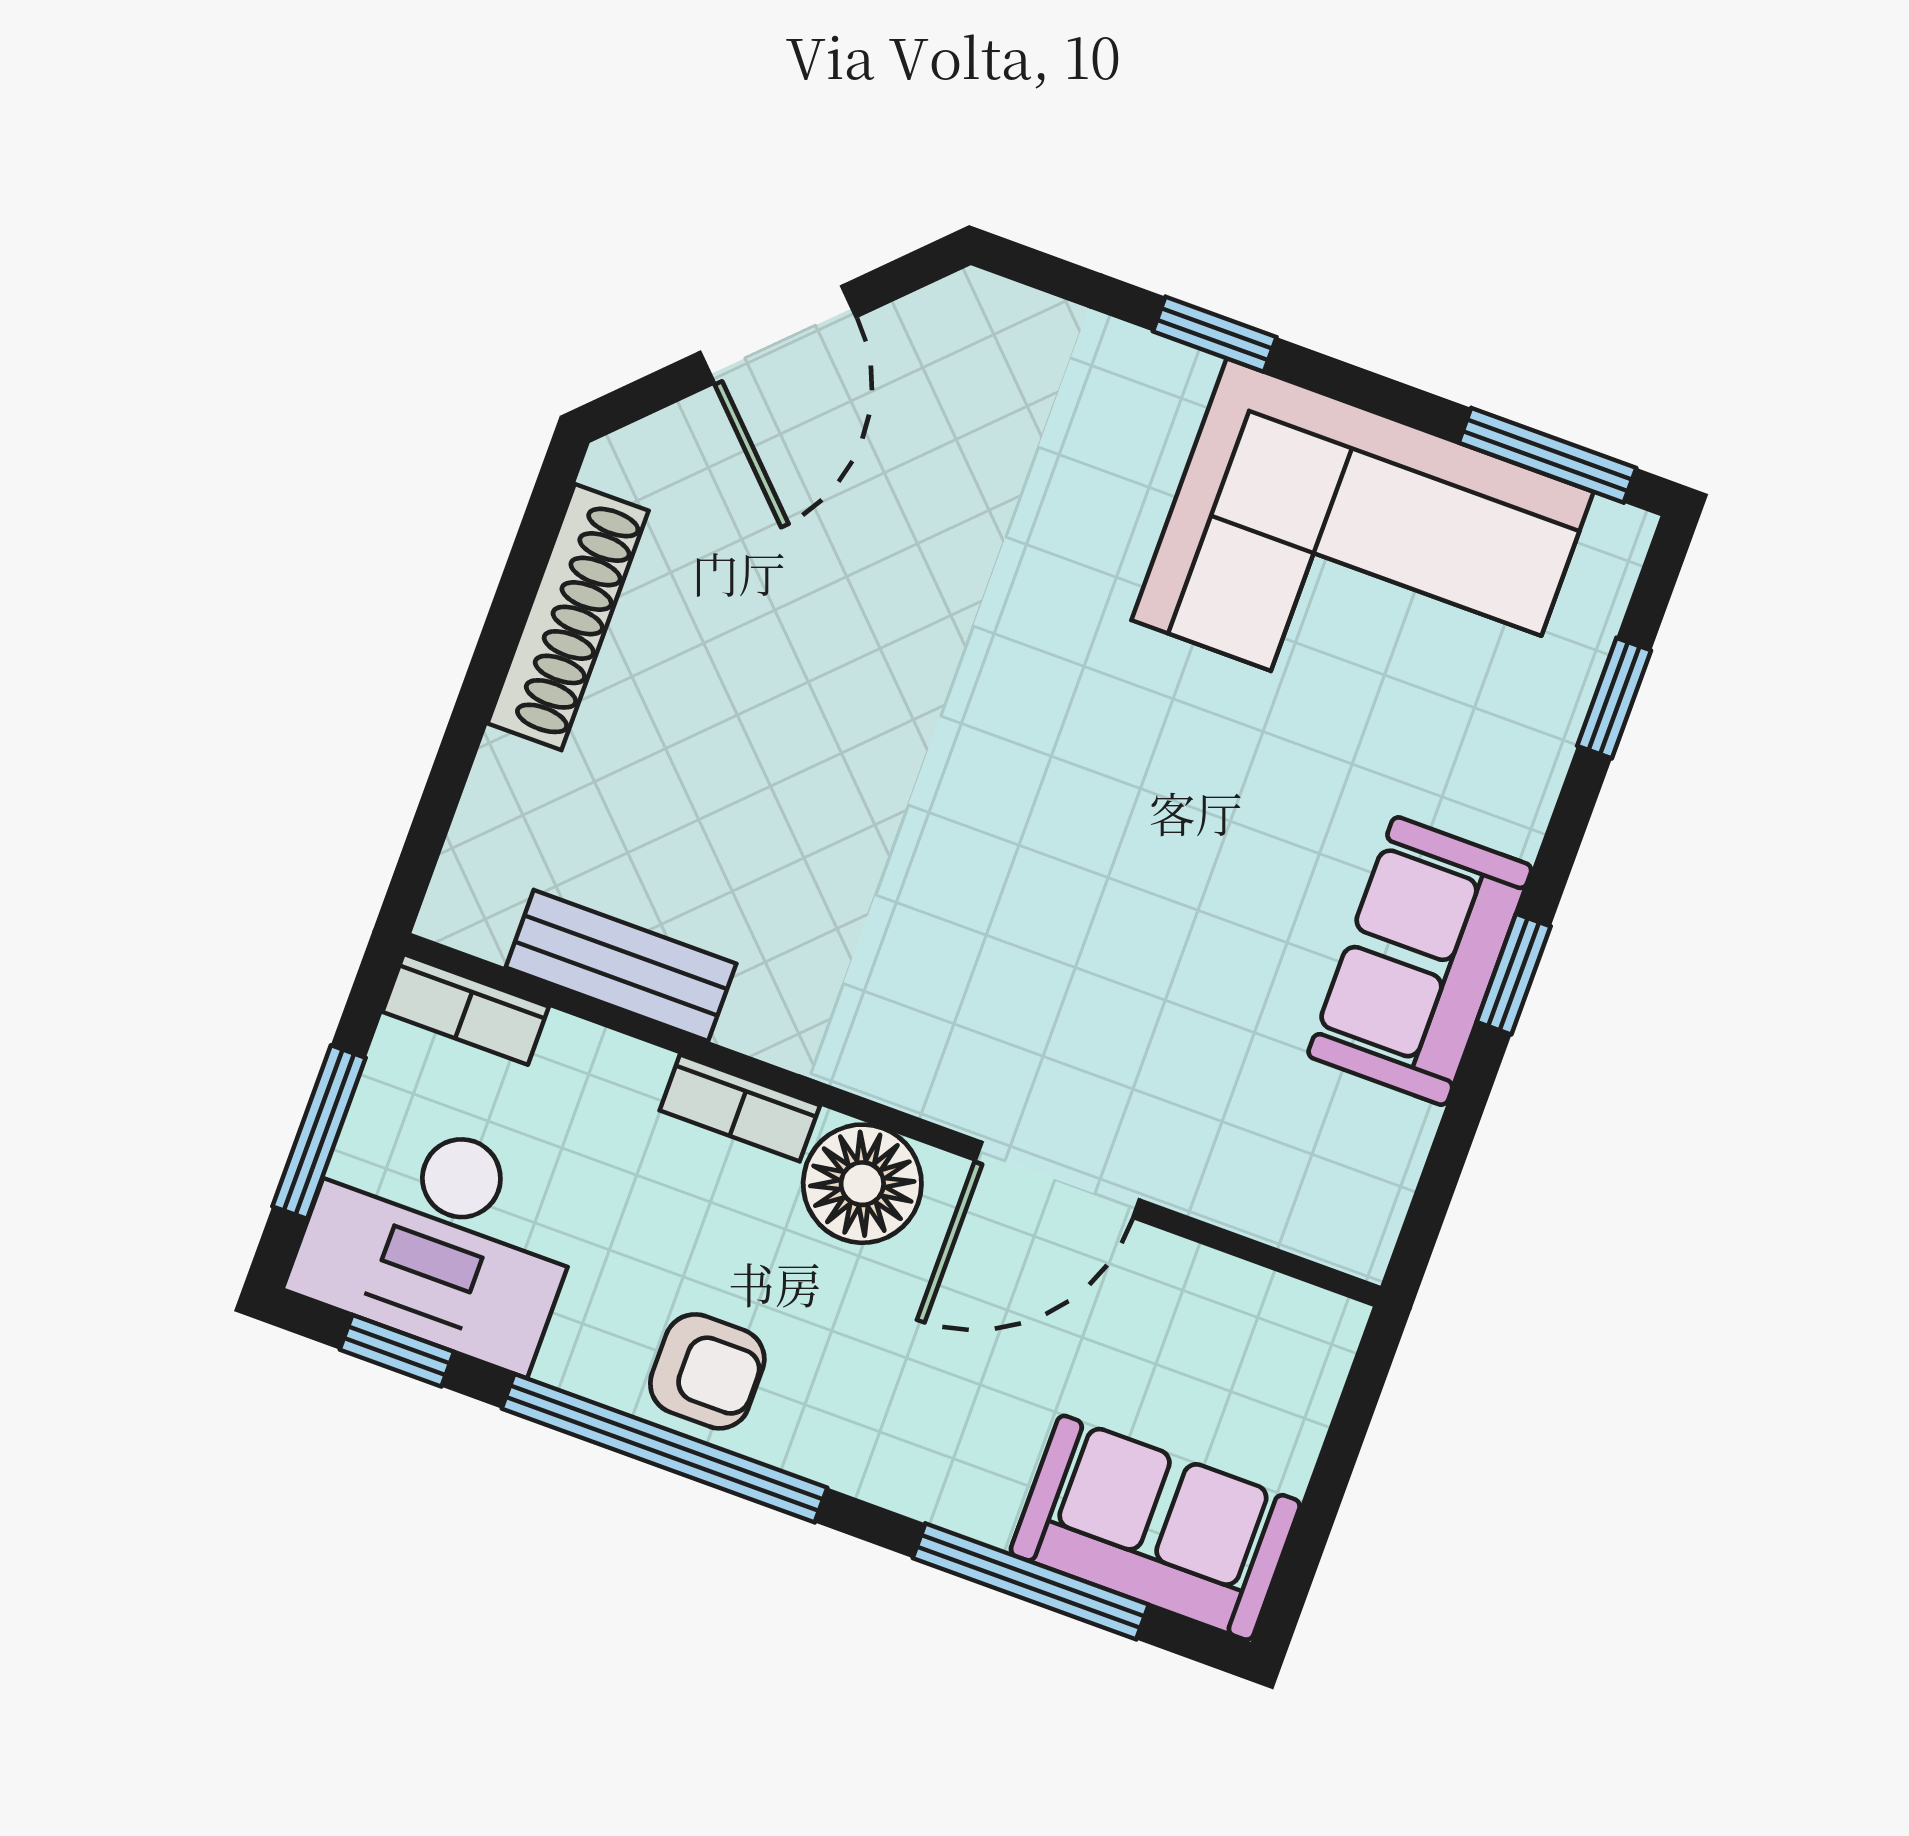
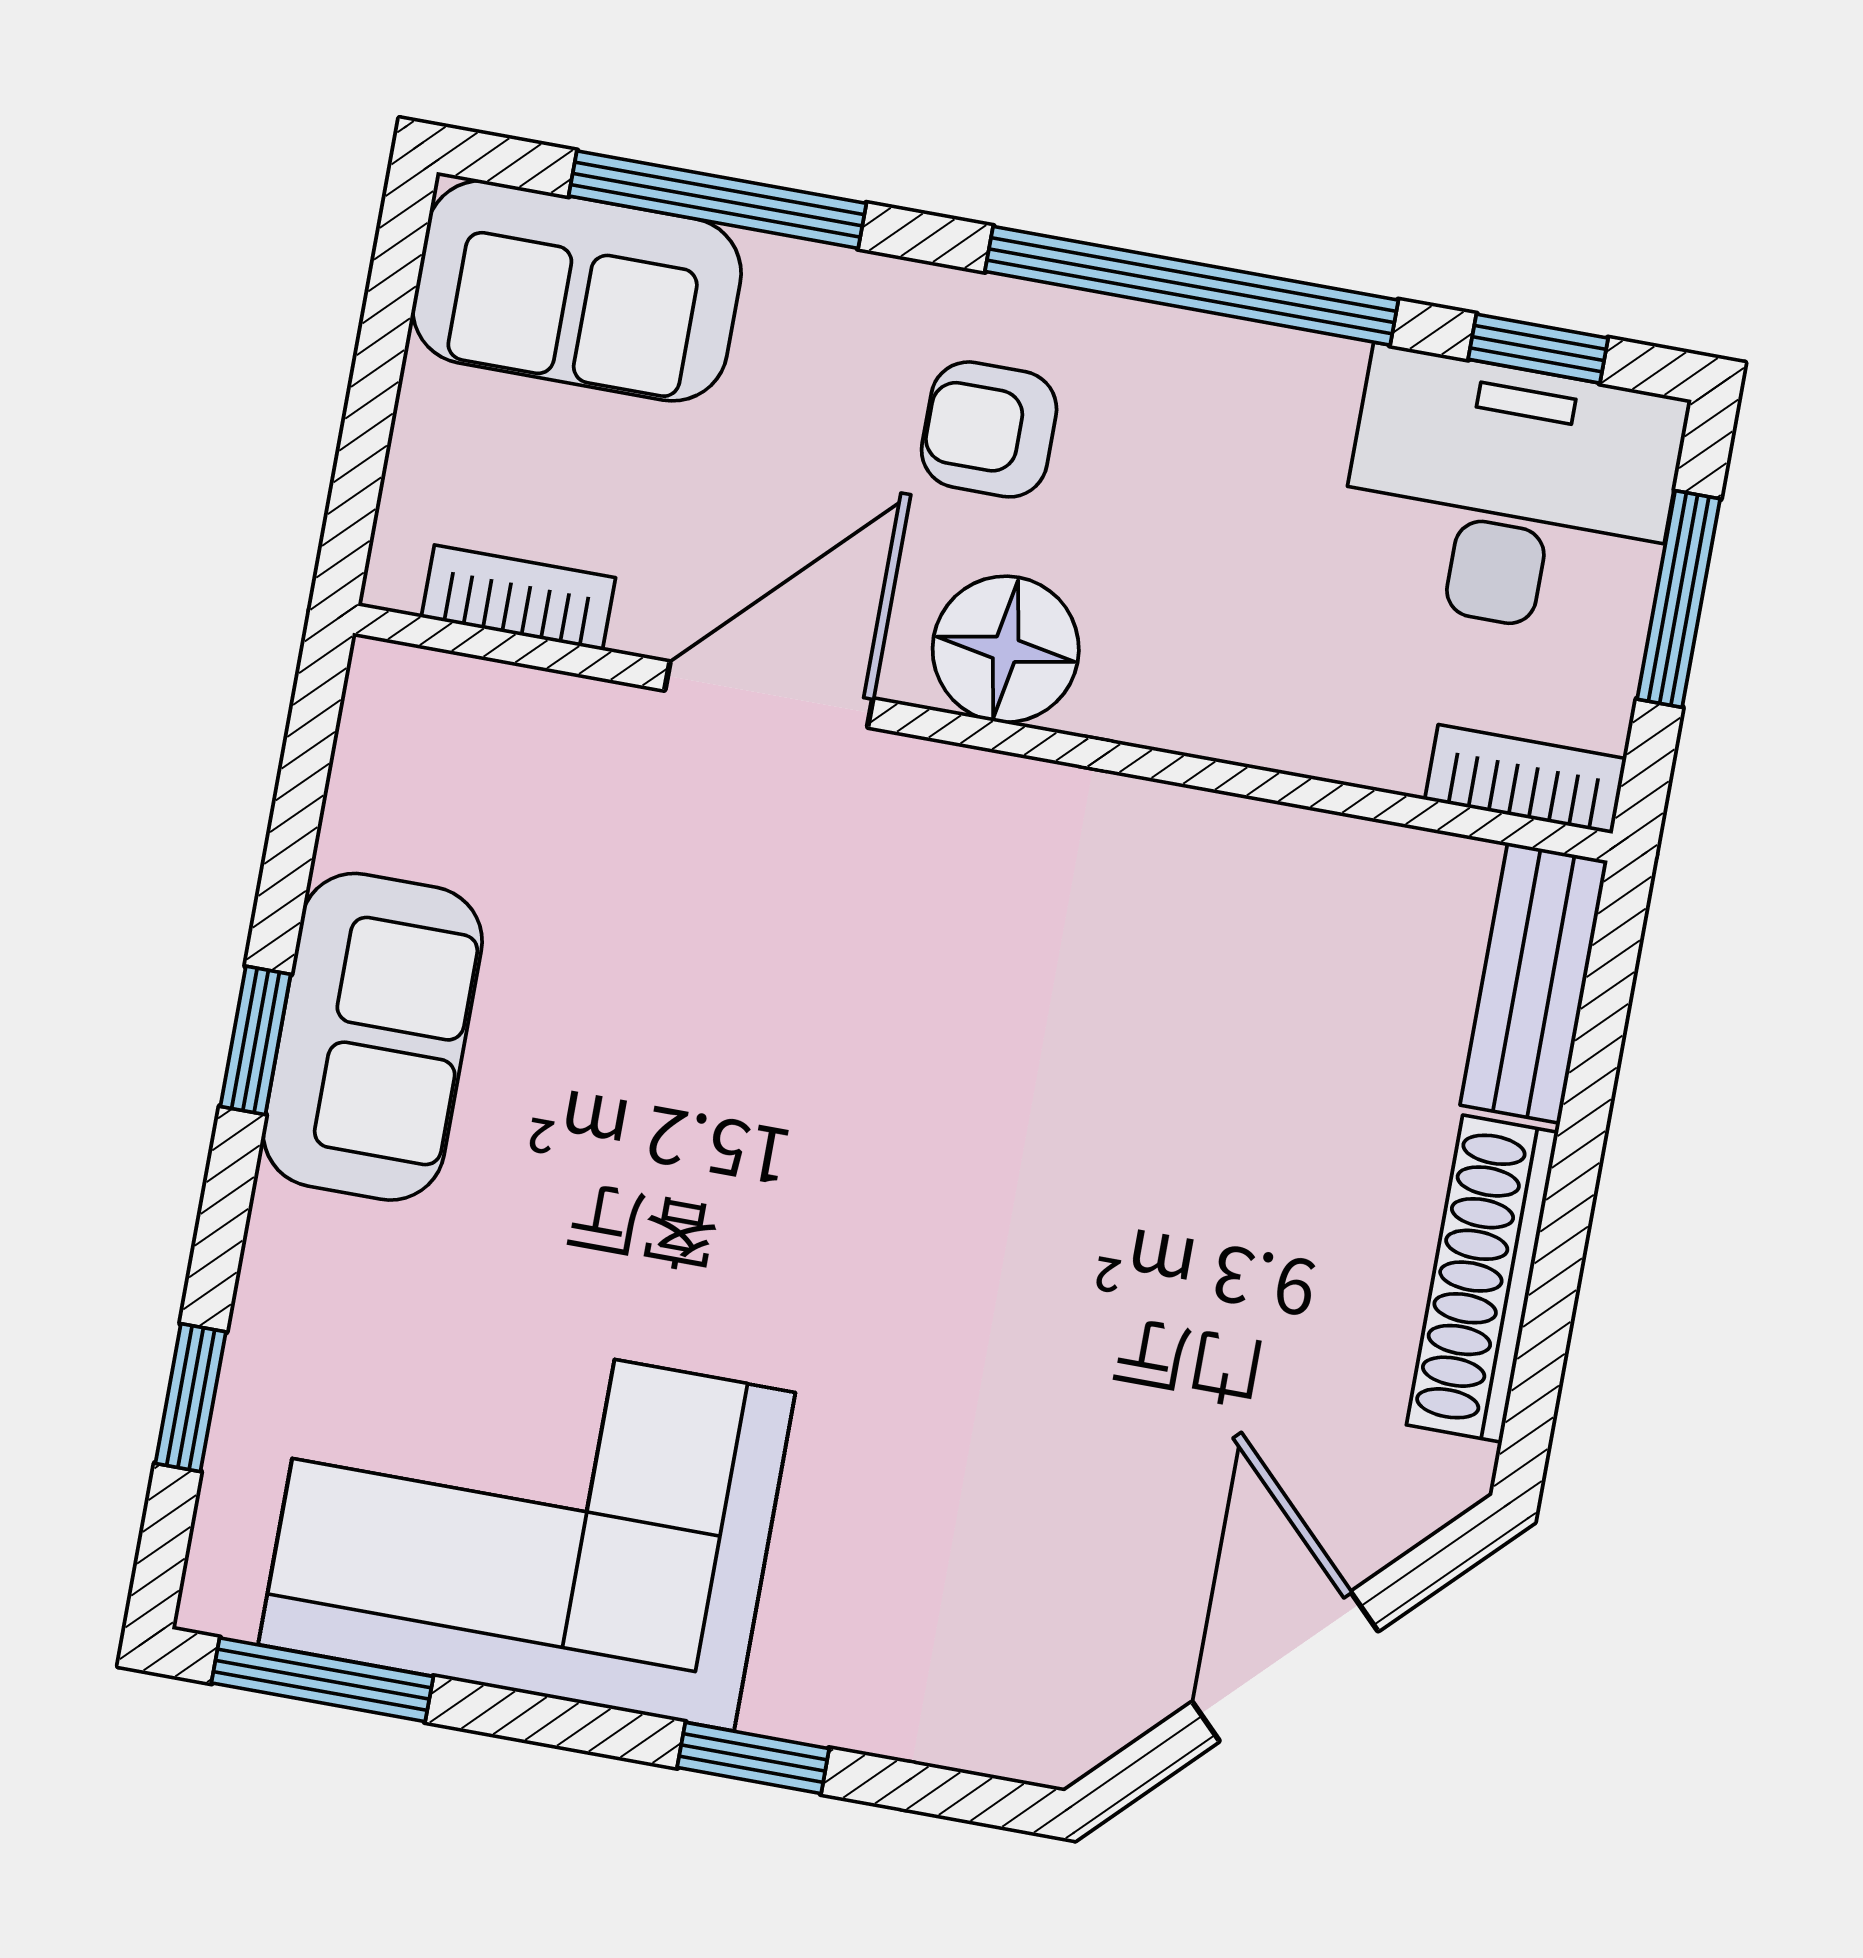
bench: (621, 965) -> (1534, 983), moved, turned 90
bookcase: (740, 1108) -> (518, 598), moved
armchair: (707, 1371) -> (989, 429), moved

